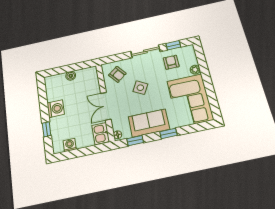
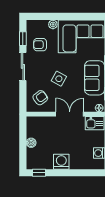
double door: (106, 106) -> (70, 114), swing flipped
window: (47, 129) -> (39, 173), moved

